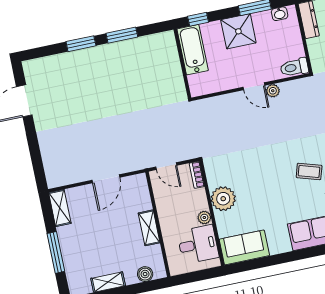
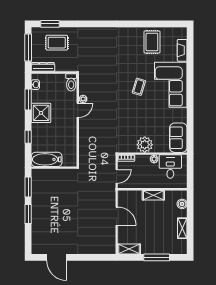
bathtub: (193, 50) -> (47, 159), moved
wall: (182, 64) -> (54, 168), moved

